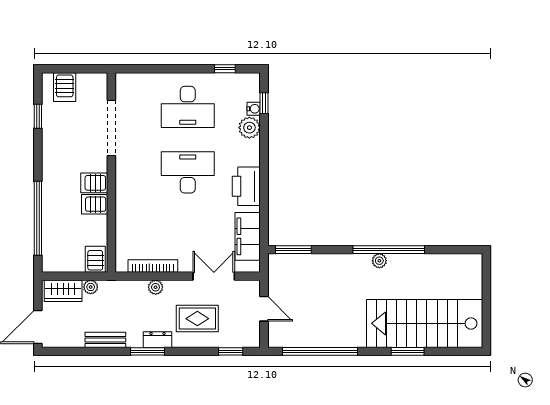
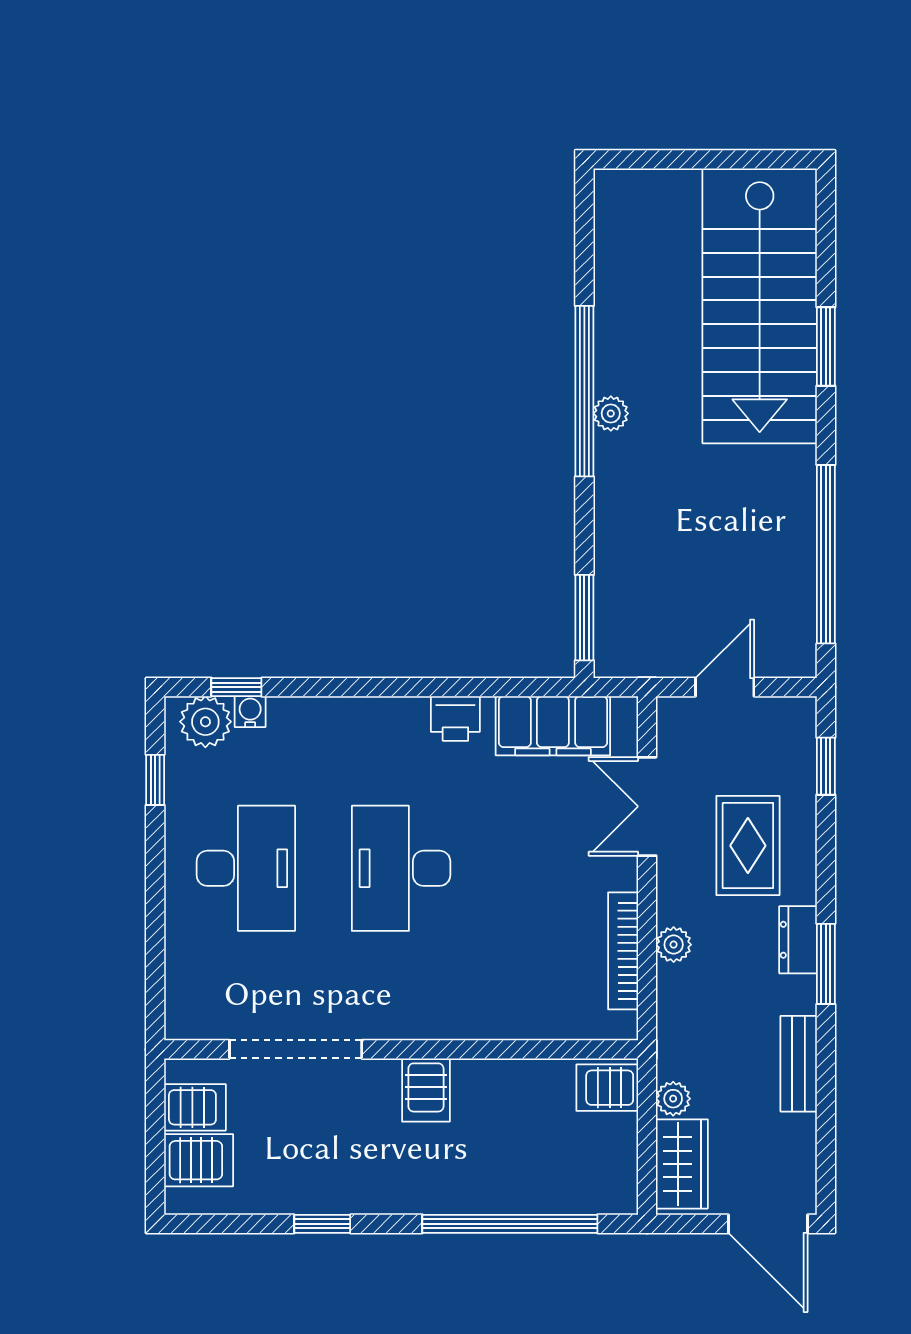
window: (38, 116) -> (322, 1224), moved
plant: (249, 128) -> (205, 722), moved
printer: (246, 186) -> (455, 718), width x0.53, depth x0.68
server rack: (95, 204) -> (195, 1107), moved, turned -90

